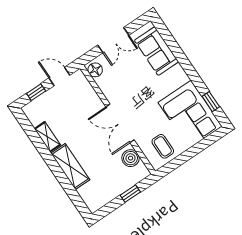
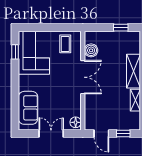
window: (130, 194) -> (121, 28), moved

